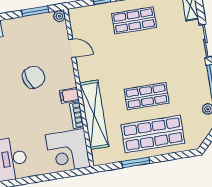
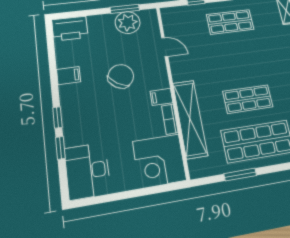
plant: (59, 16) -> (128, 23), moved, width x1.87, depth x1.87
chair: (34, 77) -> (121, 76), turned -36

